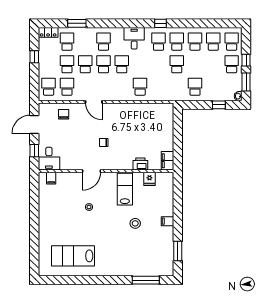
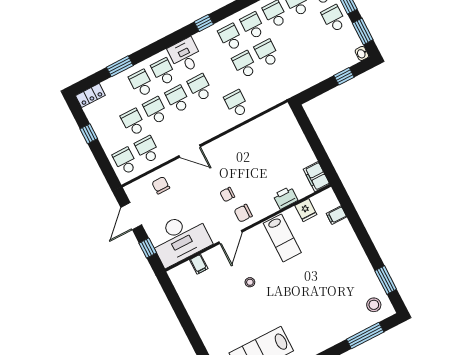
window: (160, 23) -> (204, 23), moved
desk: (134, 38) -> (185, 55), moved
school desk: (67, 42) -> (141, 83), moved
school desk: (195, 87) -> (245, 65), moved
desk: (49, 159) -> (180, 239), width x1.87, depth x1.30
chair: (108, 160) -> (243, 213), added
filing cabinet: (51, 178) -> (199, 264), moved
lab bench: (125, 189) -> (282, 238), turned 180
filing cabinet: (168, 221) -> (336, 215), moved
stool: (135, 223) -> (374, 305), moved

